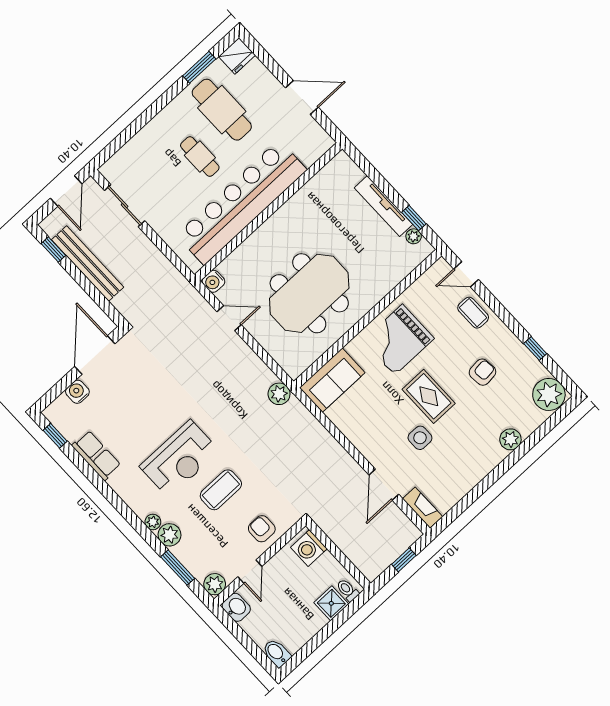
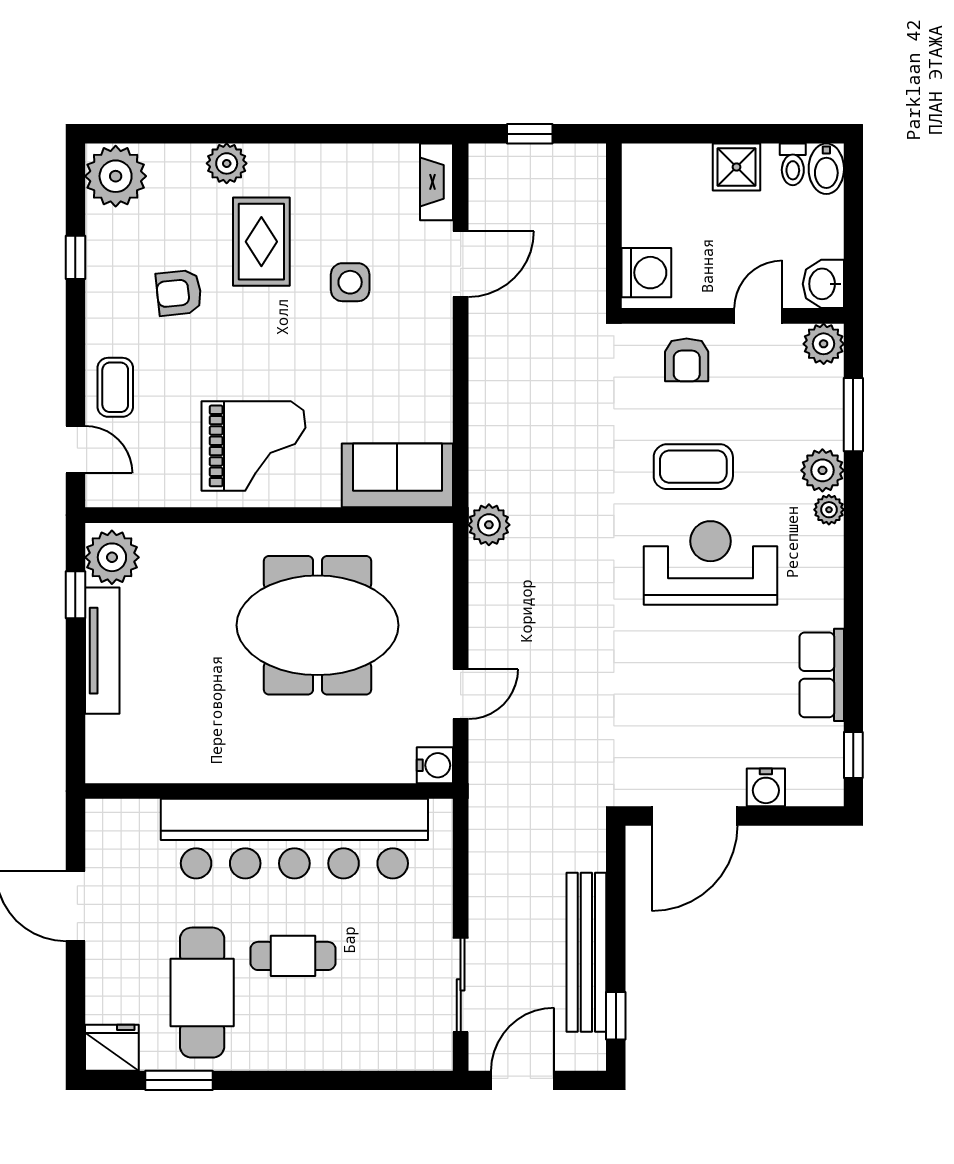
cafe table: (200, 157) -> (293, 956), turned 90
plant: (414, 236) -> (112, 557), width x1.87, depth x1.87
door: (229, 318) -> (461, 694), swing flipped
rug: (429, 396) -> (261, 242), moved
toilet: (348, 590) -> (793, 164), moved
shower: (331, 603) -> (737, 167), moved

